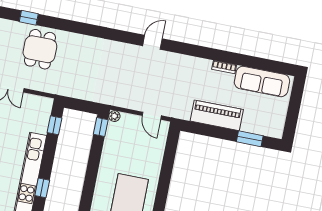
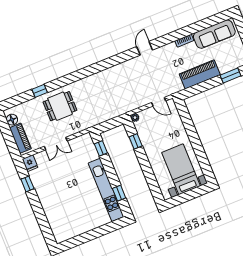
door: (152, 42) -> (145, 48), moved
dining table: (40, 49) -> (60, 106), turned 90
window: (101, 127) -> (136, 141), moved

